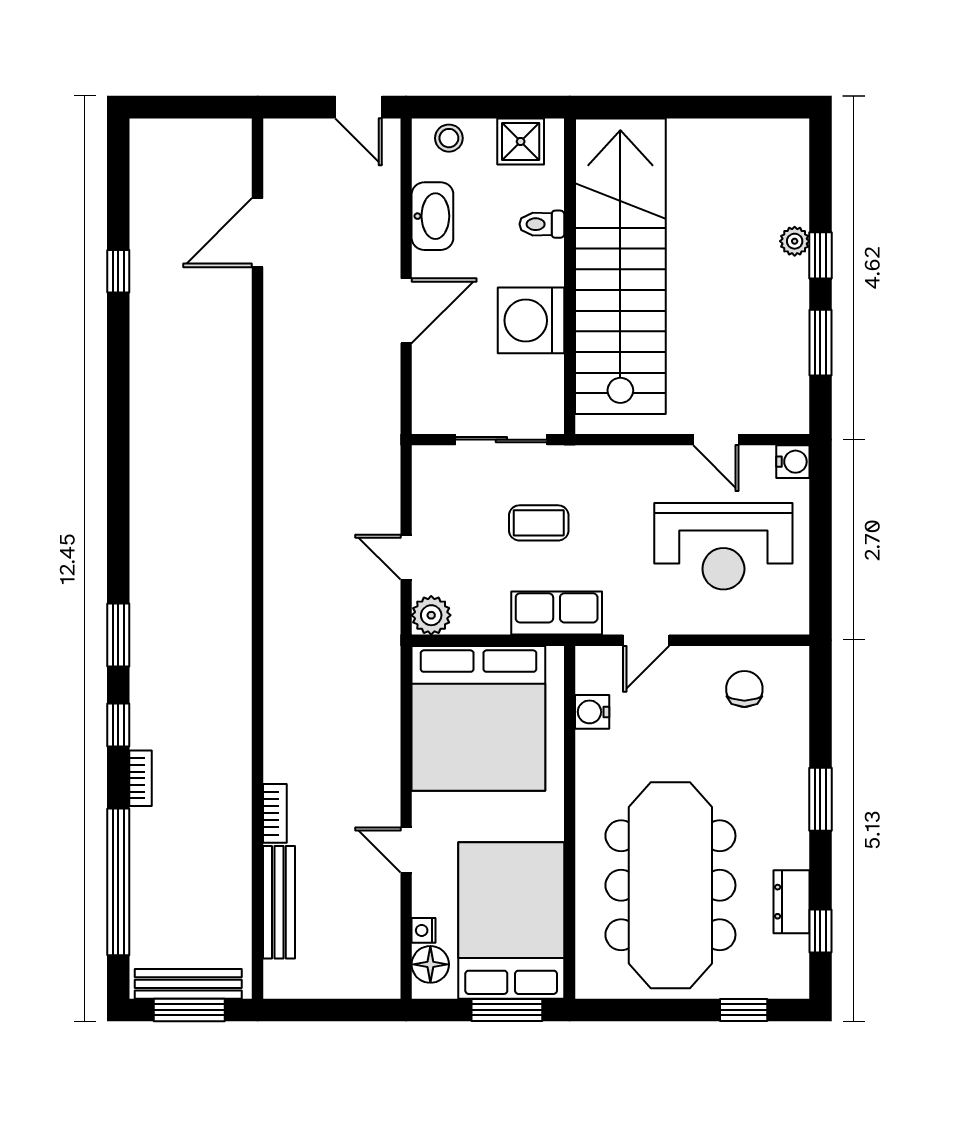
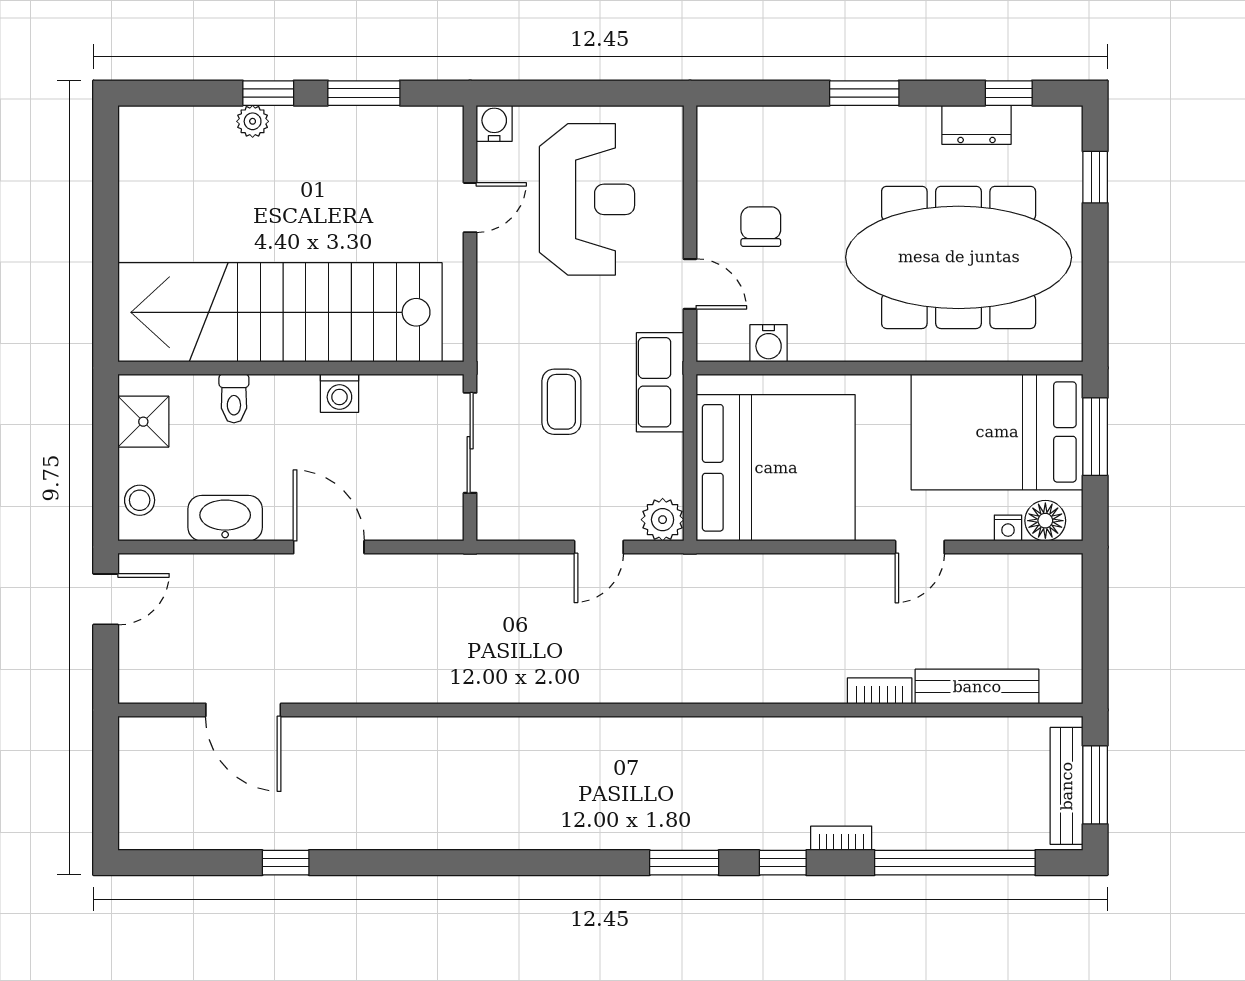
washing machine: (531, 320) -> (339, 393), width x0.53, depth x0.53
chair: (744, 689) -> (761, 227), moved, turned 90

